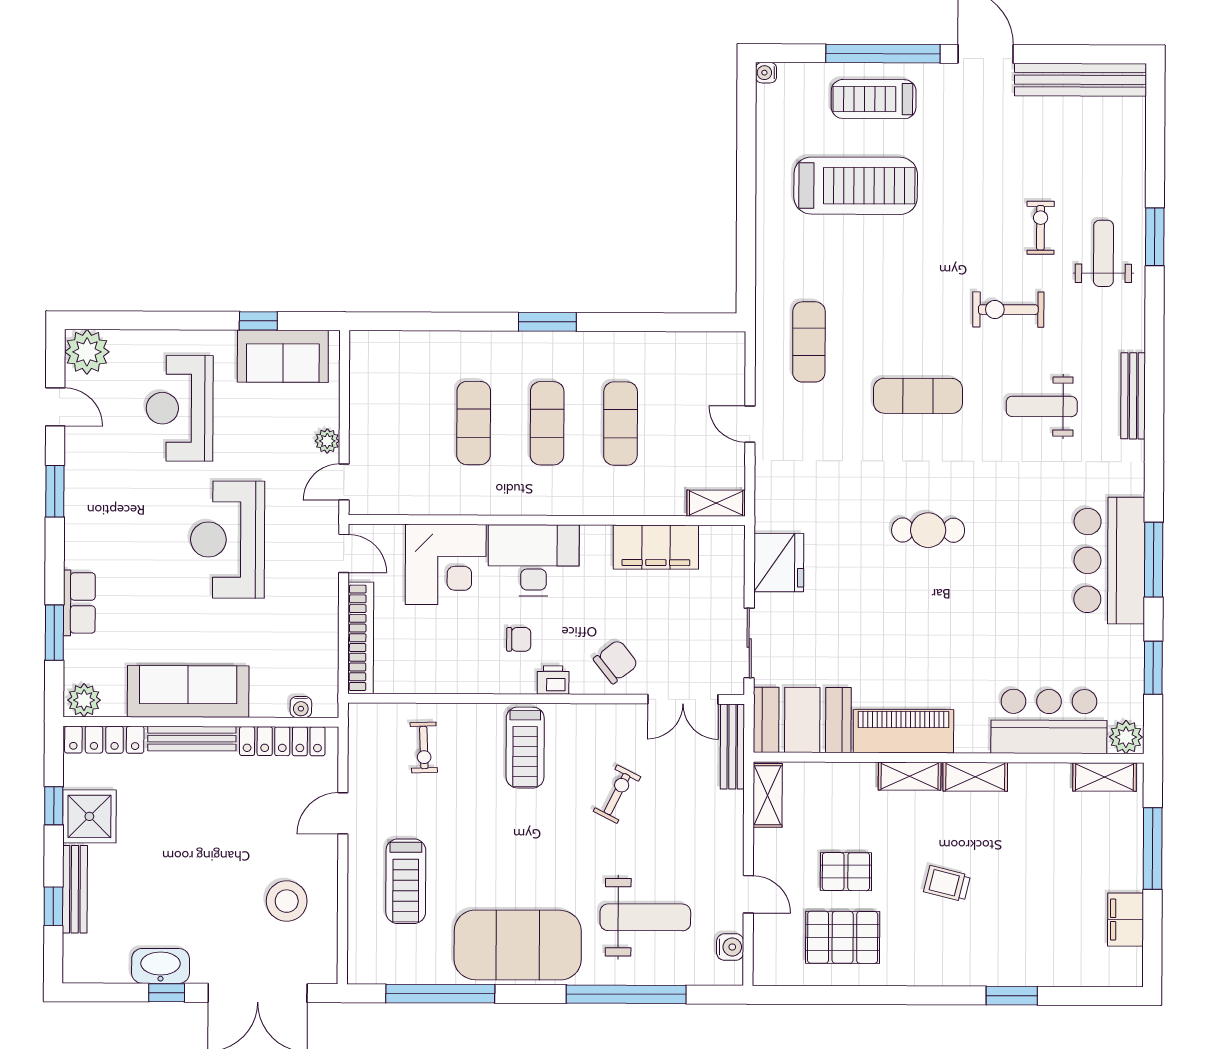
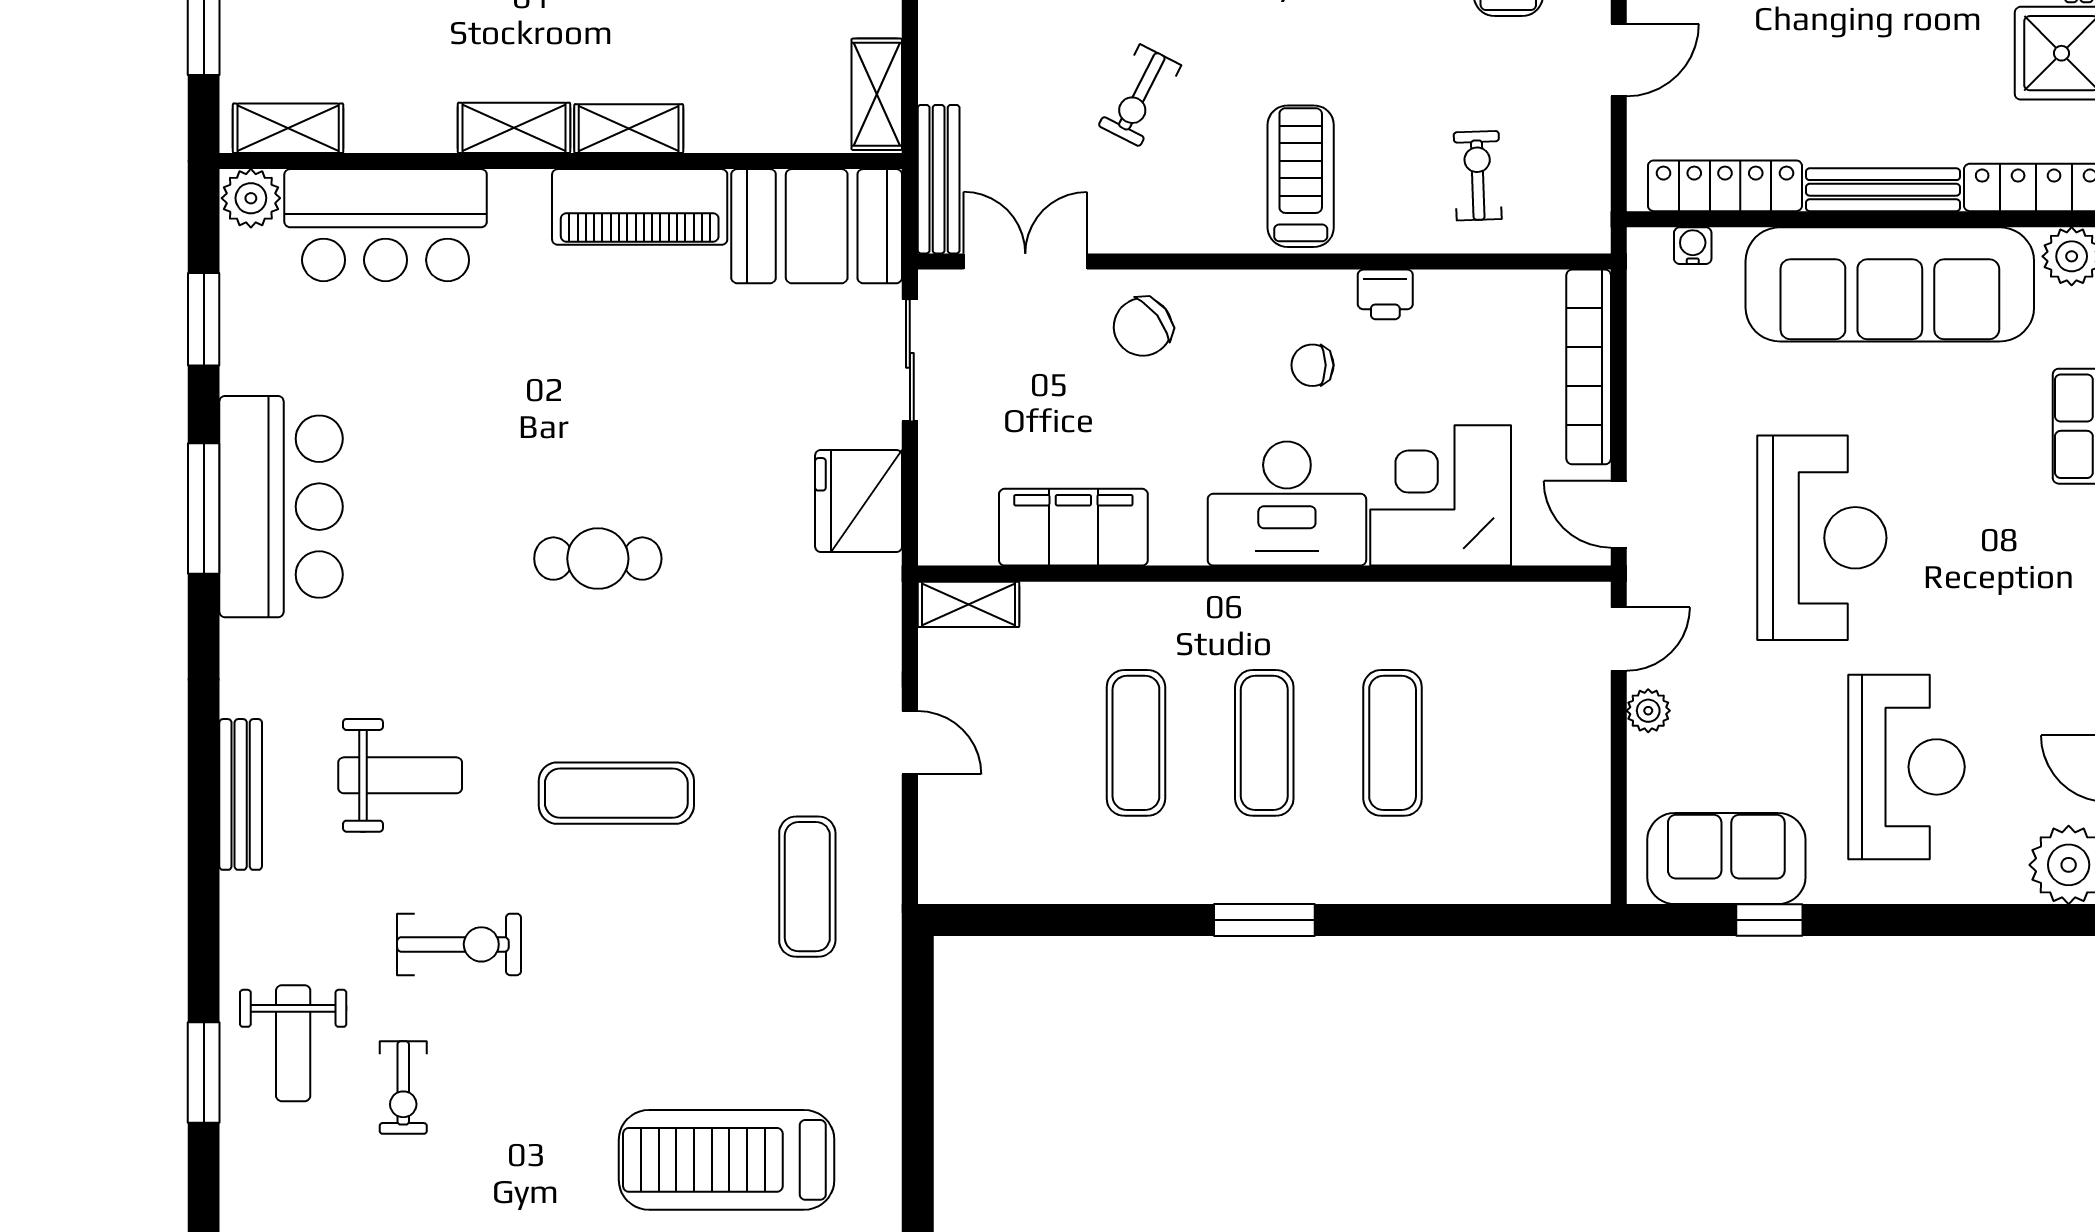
printer: (553, 680) -> (1385, 294), moved
sofa: (188, 691) -> (1890, 284), width x1.36, depth x1.27

